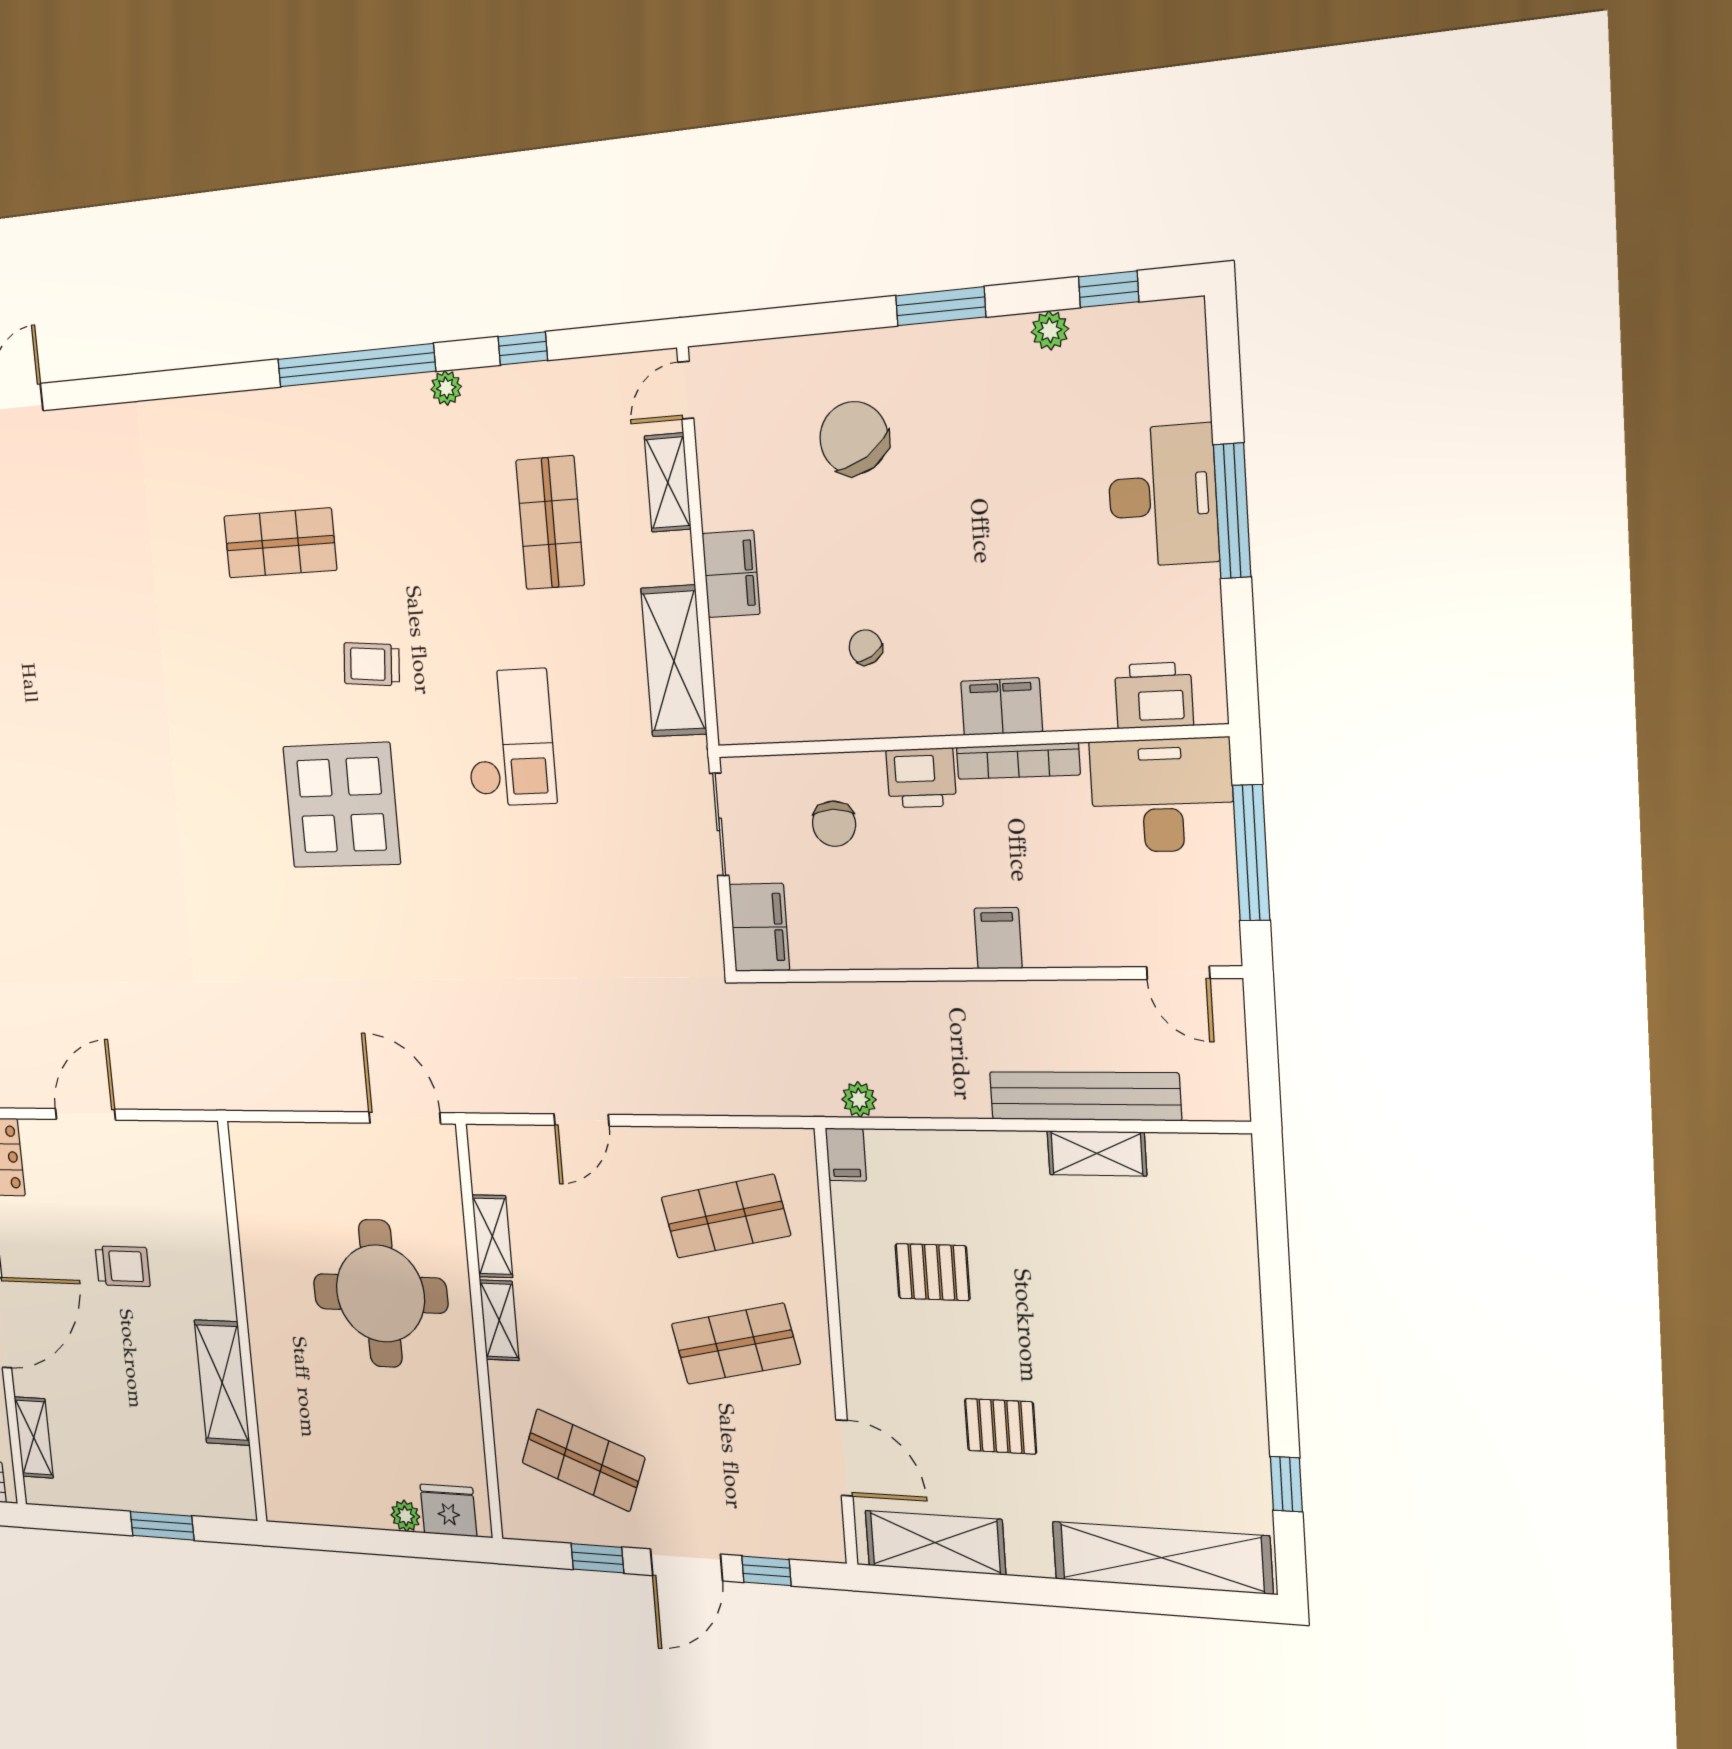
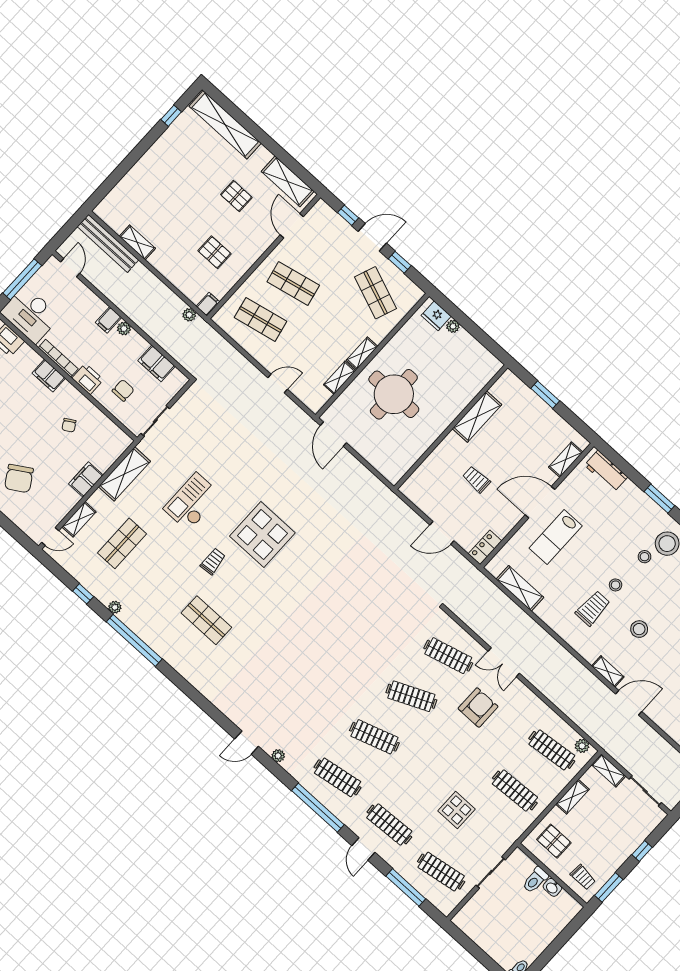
trolley: (372, 664) -> (213, 561), turned -100
filing cabinet: (759, 927) -> (157, 363), moved, turned -90
plant: (952, 950) -> (124, 329), added
bench: (1085, 1096) -> (108, 243), moved

